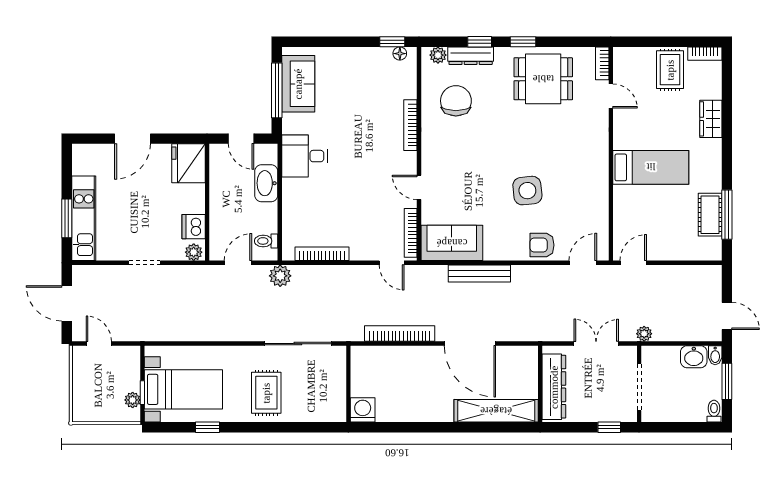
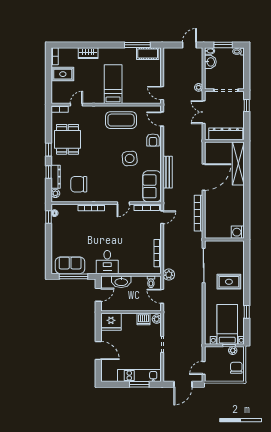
coffee table: (581, 183) -> (121, 120), added
side table: (527, 191) -> (130, 158), moved
cot: (710, 215) -> (148, 54), moved
chair: (99, 407) -> (236, 368), added

